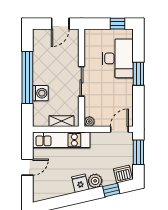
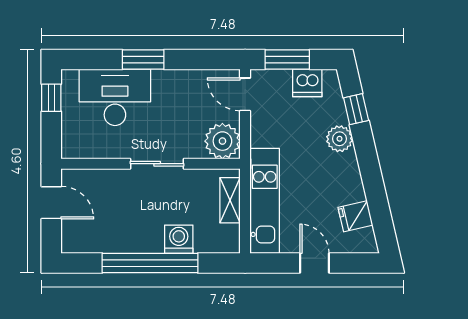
plant: (89, 122) -> (222, 141), width x1.88, depth x1.88
dishwasher: (123, 174) -> (307, 83), moved, turned -77
fridge: (80, 183) -> (355, 216), moved

